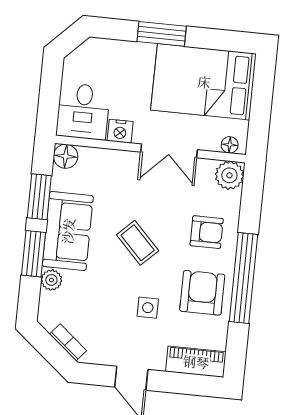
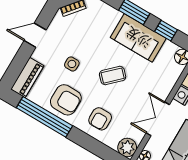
window: (39, 197) -> (166, 31), width x0.67
window: (244, 278) -> (44, 117), moved
plant: (51, 280) -> (114, 15), removed

